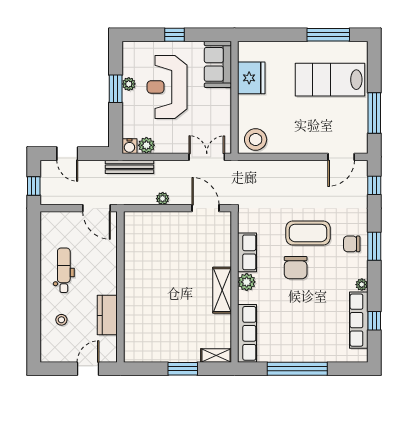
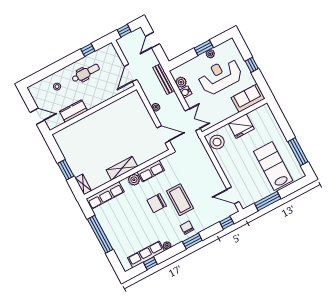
fridge: (251, 78) -> (241, 126), moved
water cooler: (129, 146) -> (186, 92), moved
door: (206, 208) -> (163, 134), hinge flipped
window: (34, 251) -> (88, 50), added

